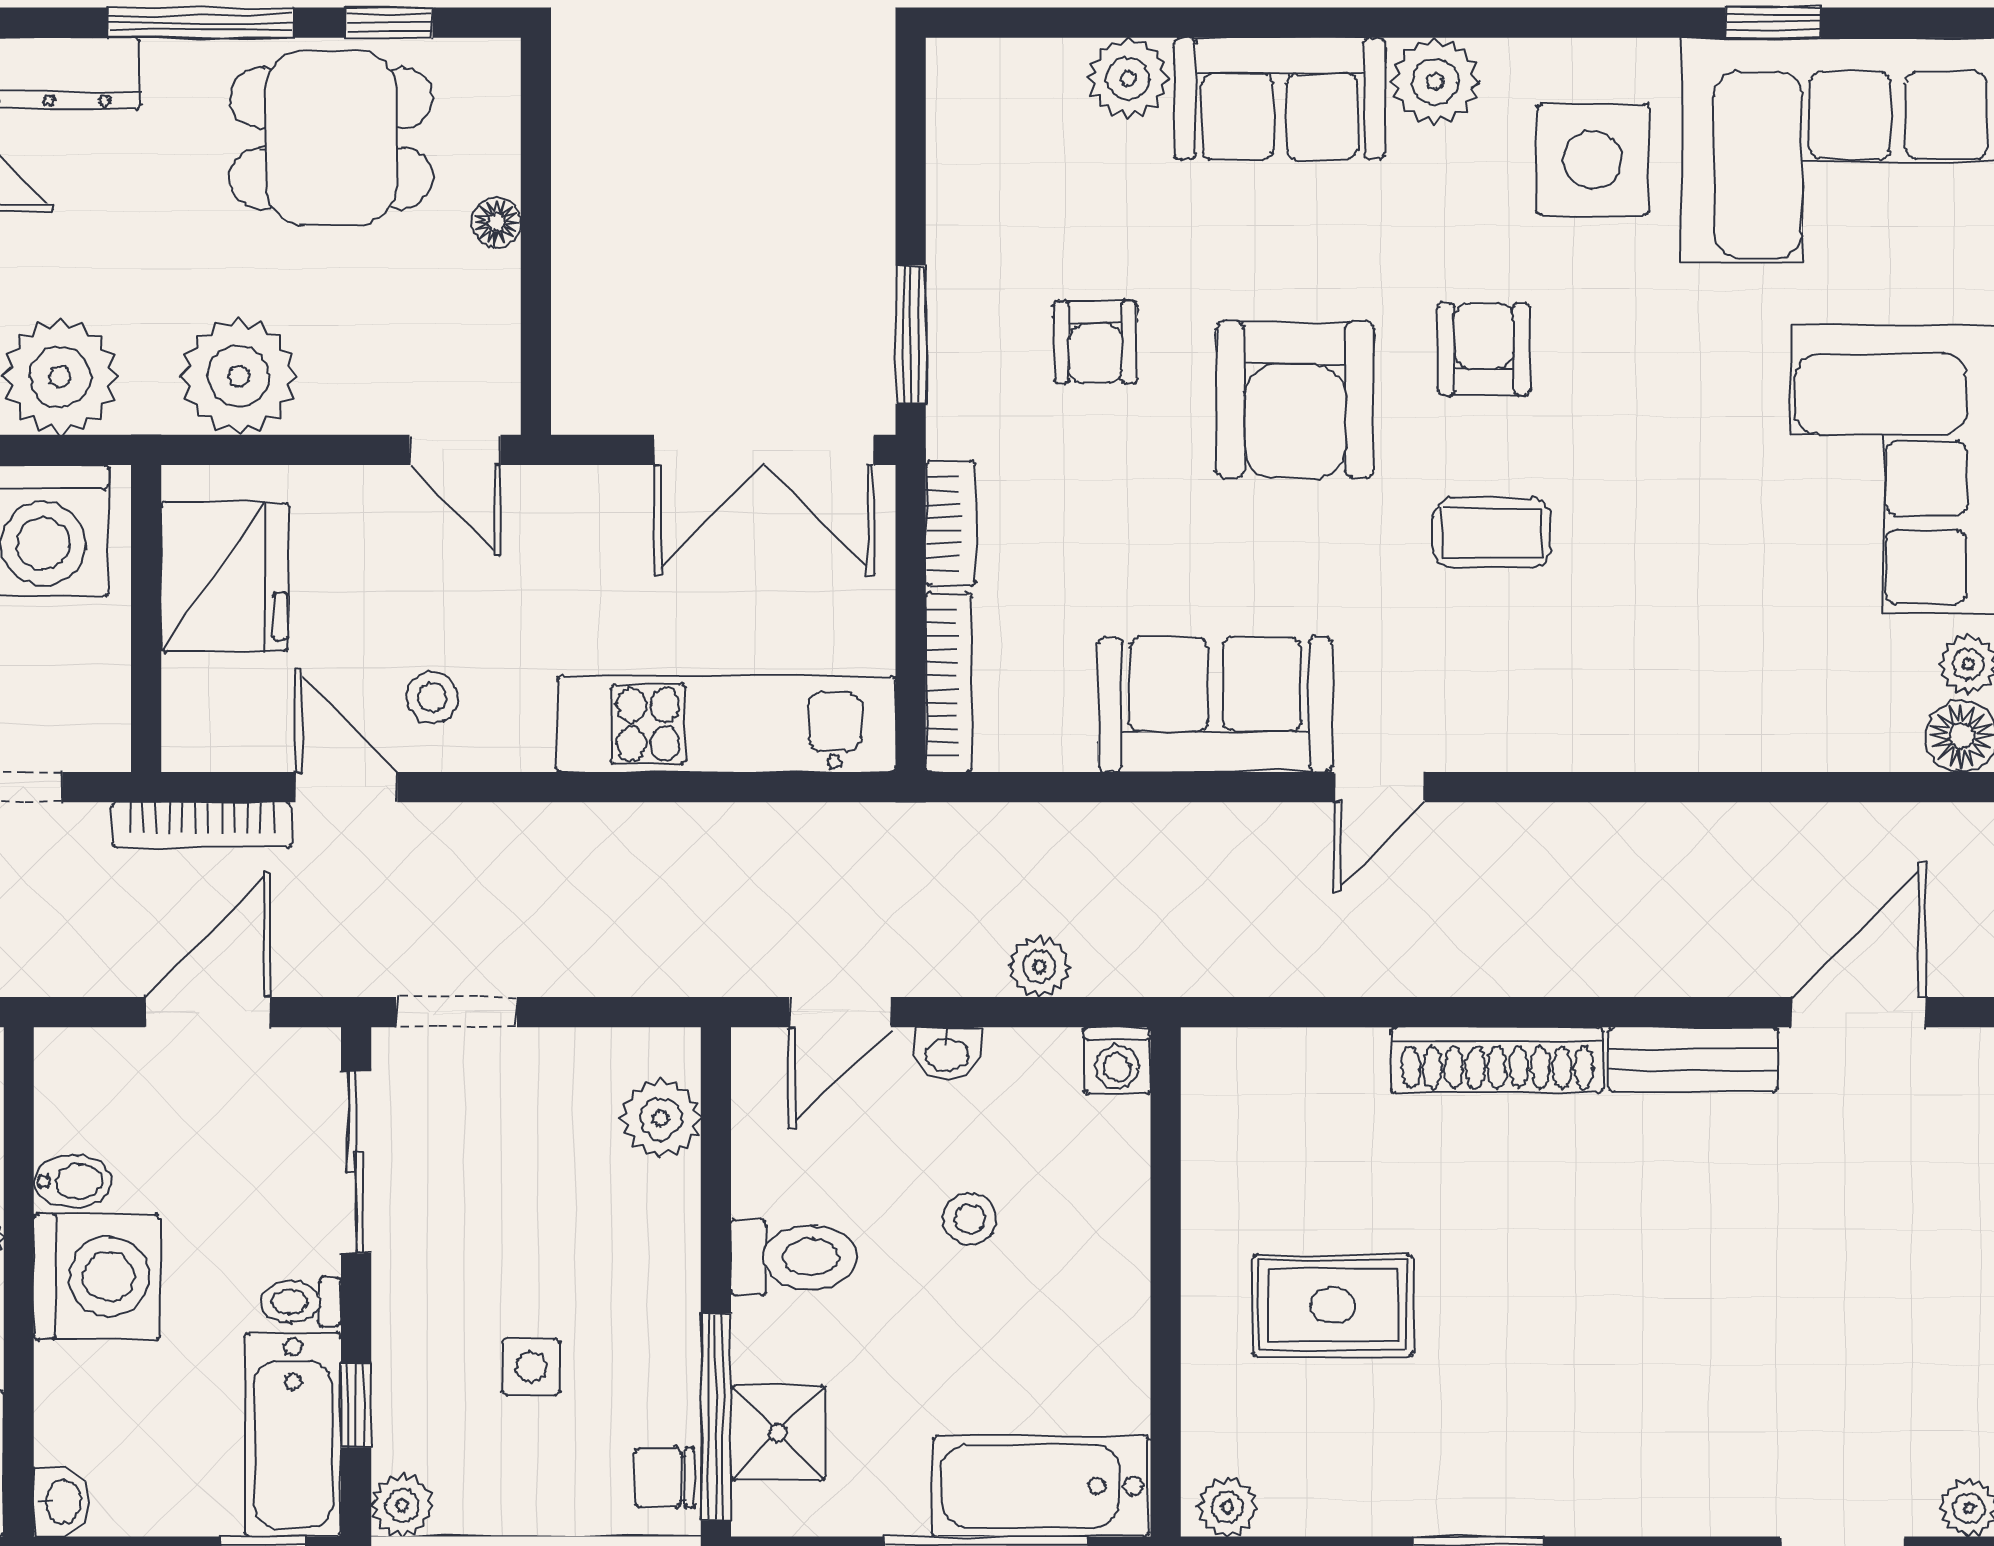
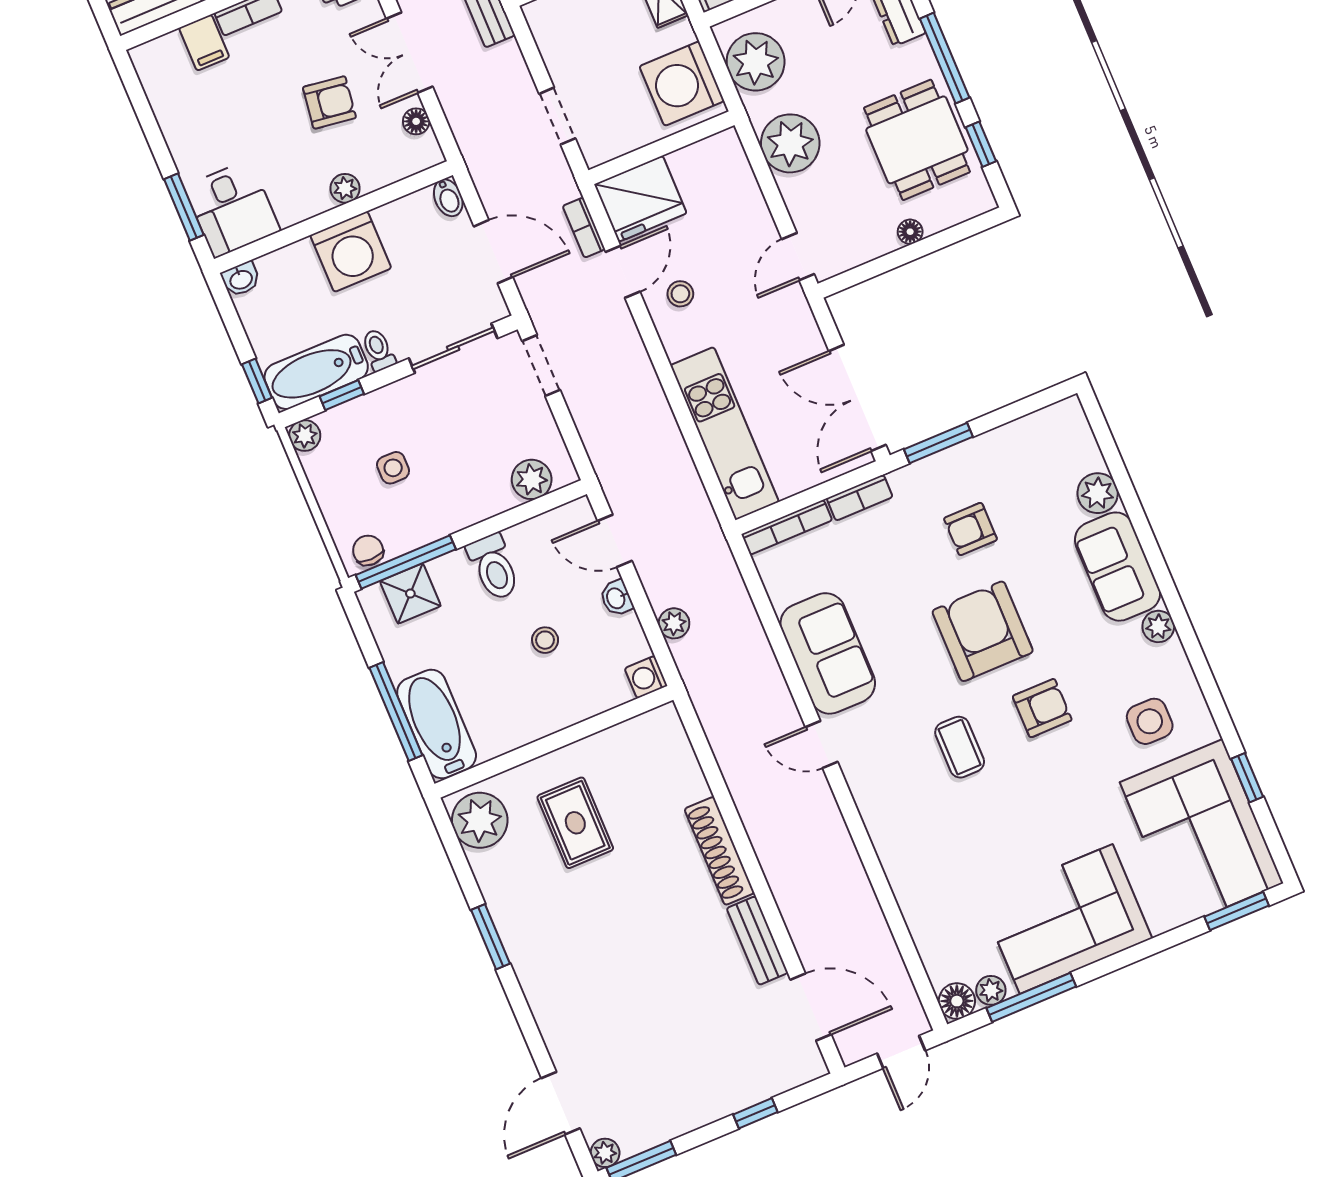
plant: (1435, 81) -> (1158, 626), width x0.73, depth x0.73
side table: (1593, 160) -> (1150, 721), width x0.73, depth x0.73
armchair: (1295, 400) -> (983, 631), turned 90
fridge: (225, 577) -> (641, 199), moved
bookcase: (202, 825) -> (584, 228), width x0.64
bidet: (73, 1181) -> (448, 198), moved
plant: (1227, 1507) -> (480, 820), width x1.87, depth x1.87

